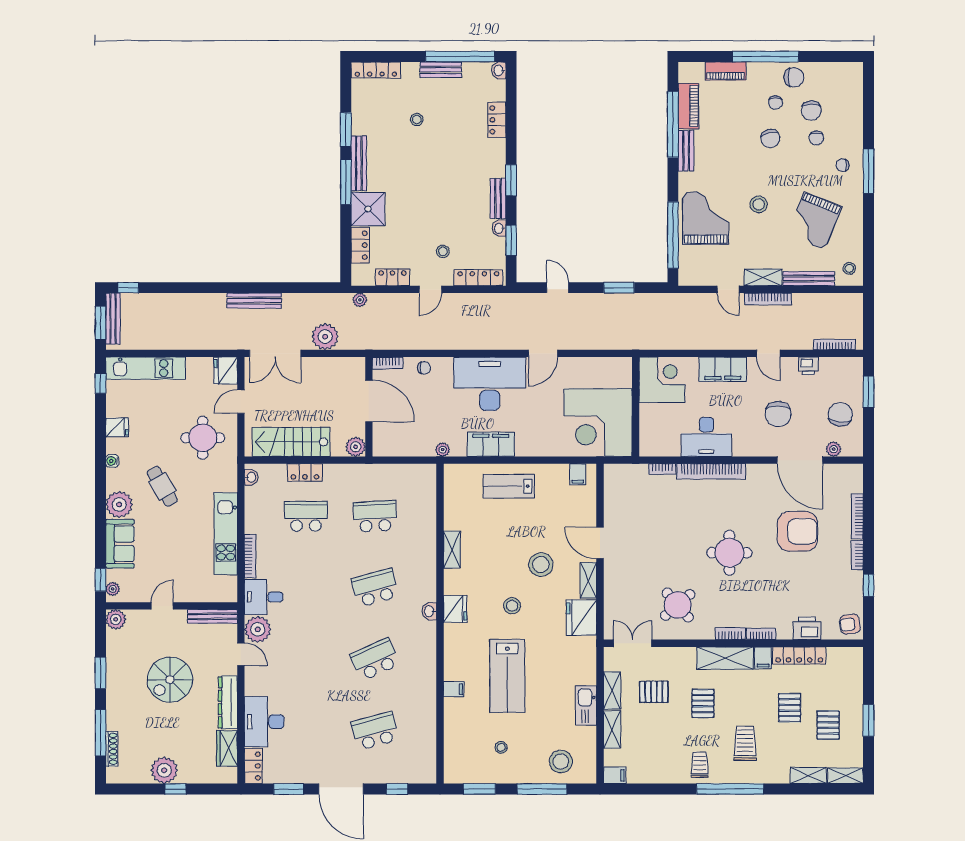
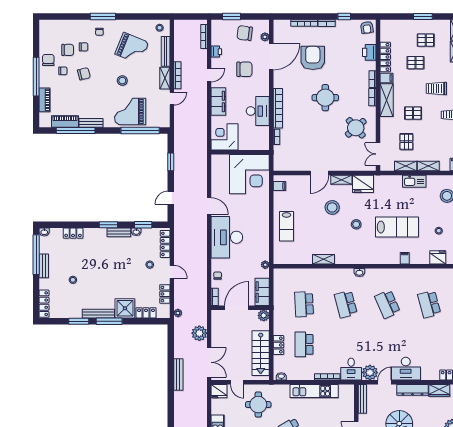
filing cabinet: (491, 444) -> (262, 292), moved
fridge: (455, 609) -> (438, 257), moved
desk: (264, 722) -> (406, 369), moved

